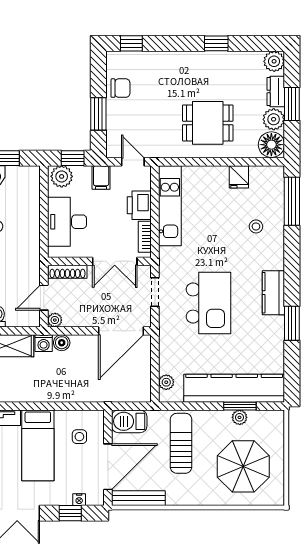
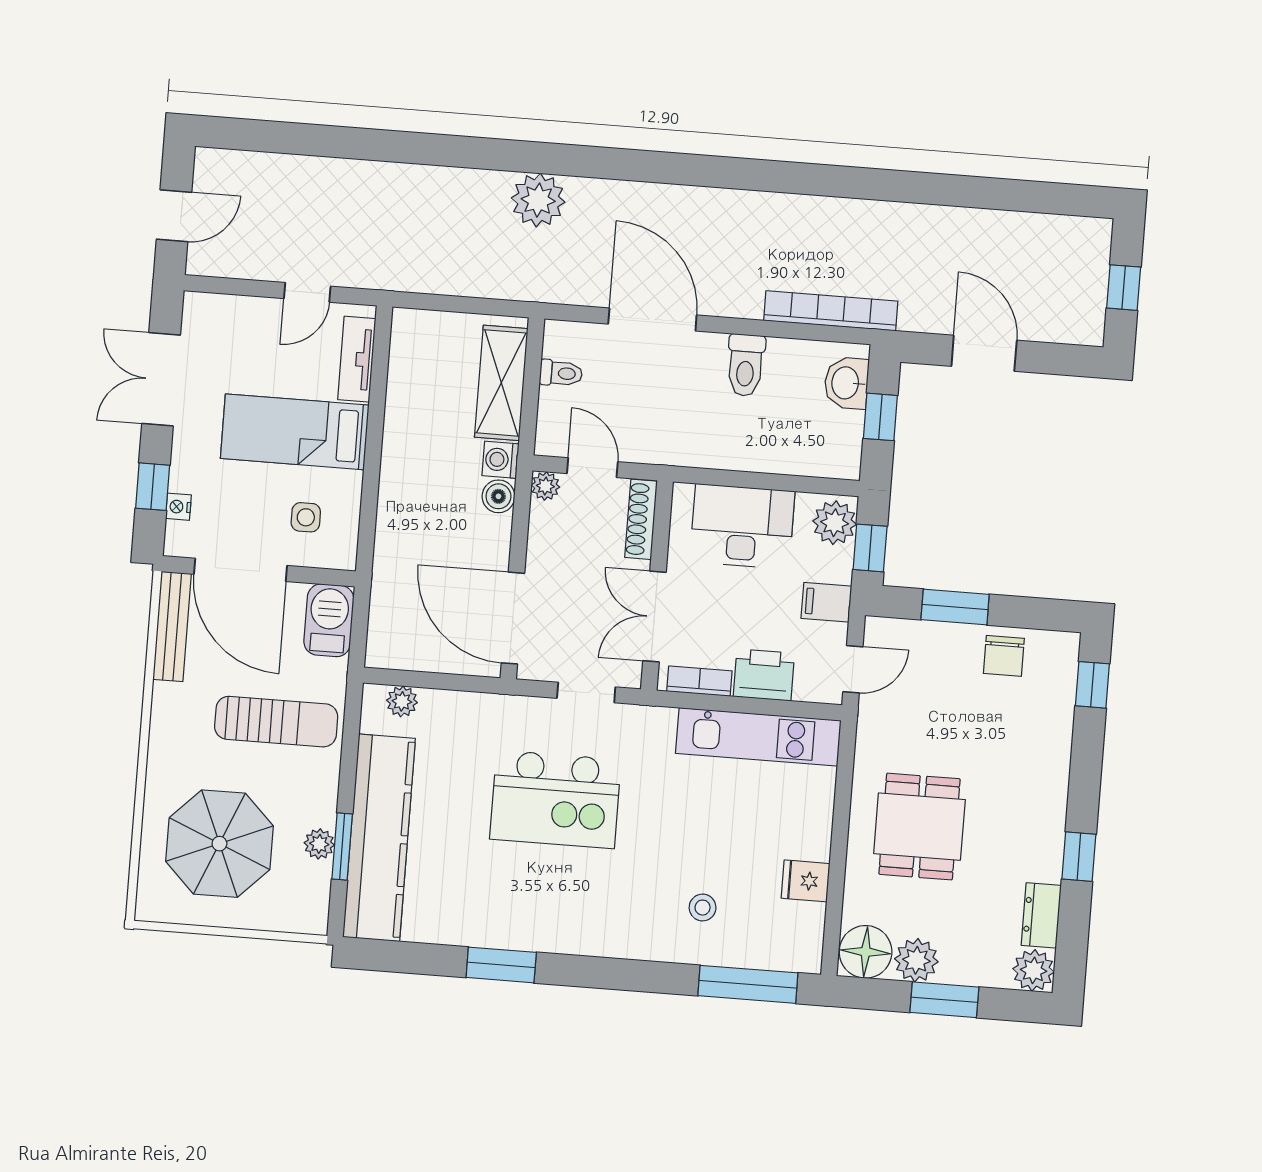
dresser: (276, 91) -> (1041, 915), moved, turned -90
kitchen counter: (273, 293) -> (566, 932), removed

